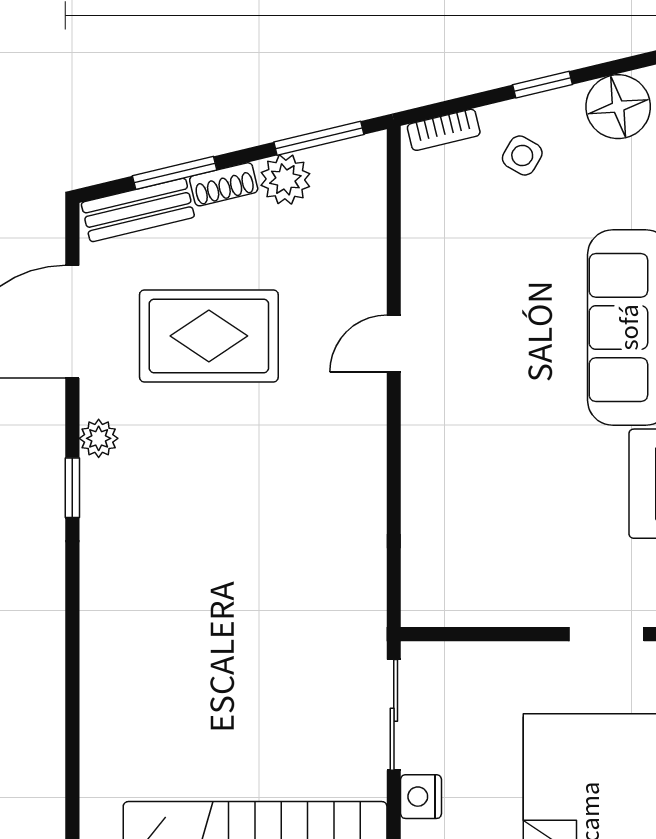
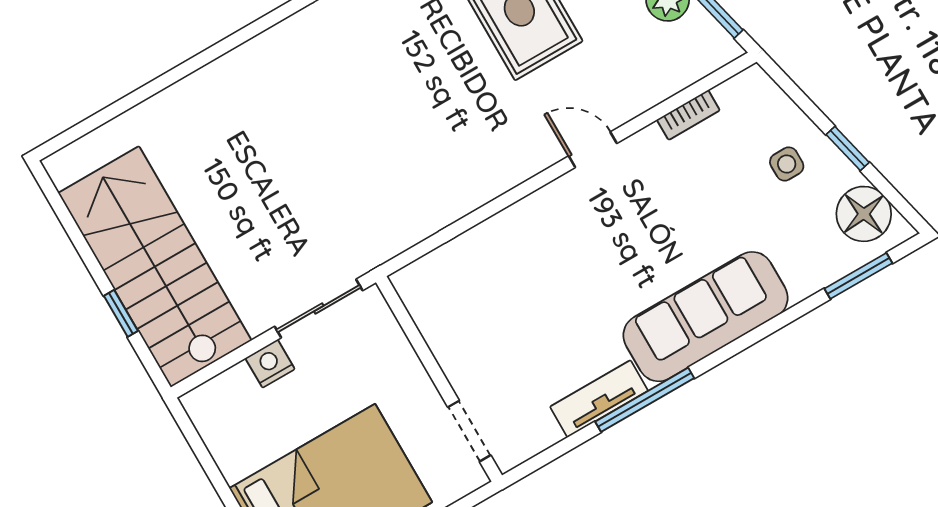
bookcase: (444, 130) -> (688, 115), moved, turned -77
side table: (522, 156) -> (787, 164), turned -30

